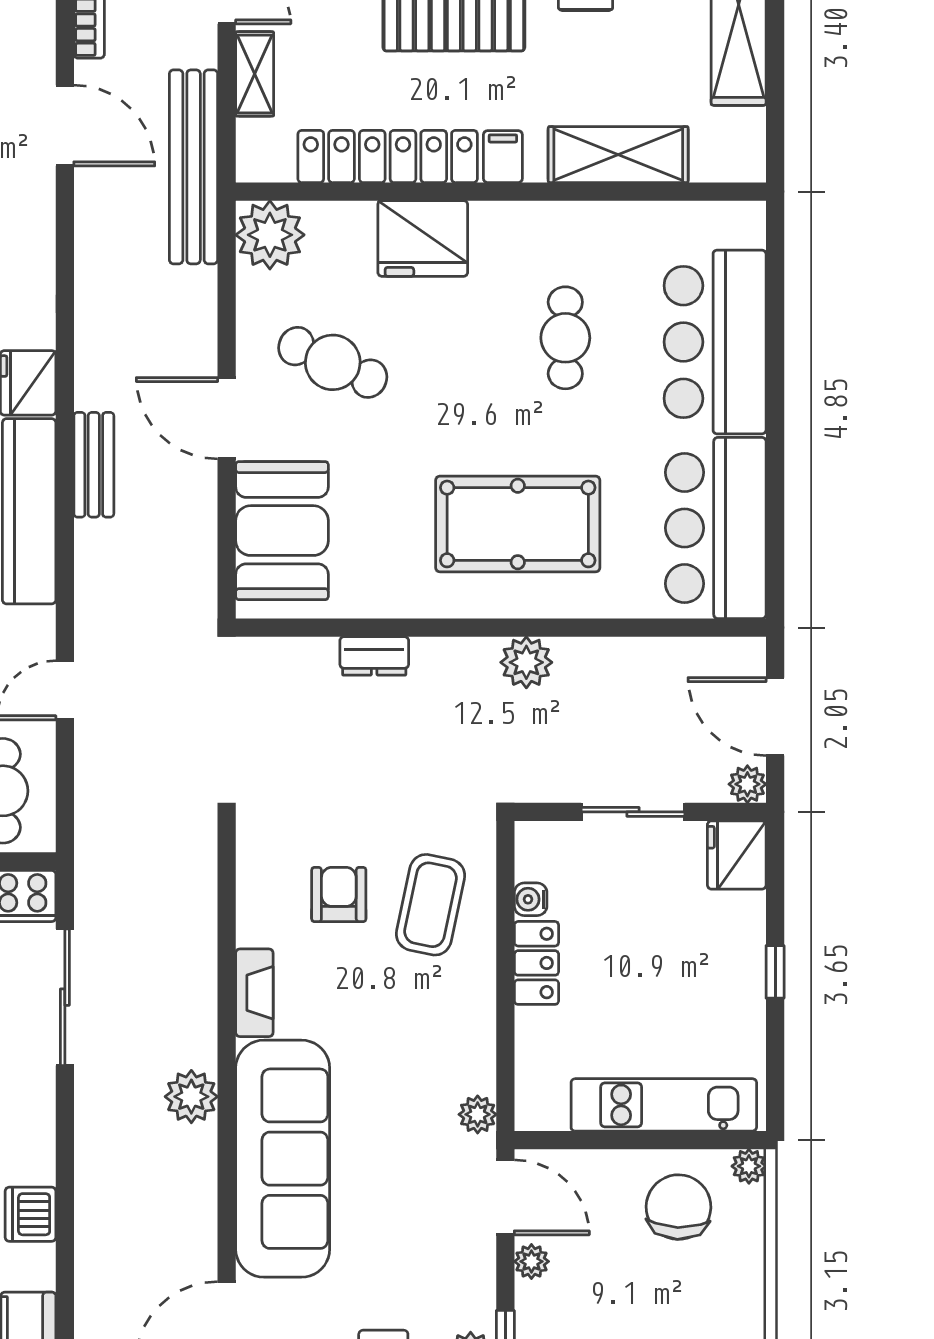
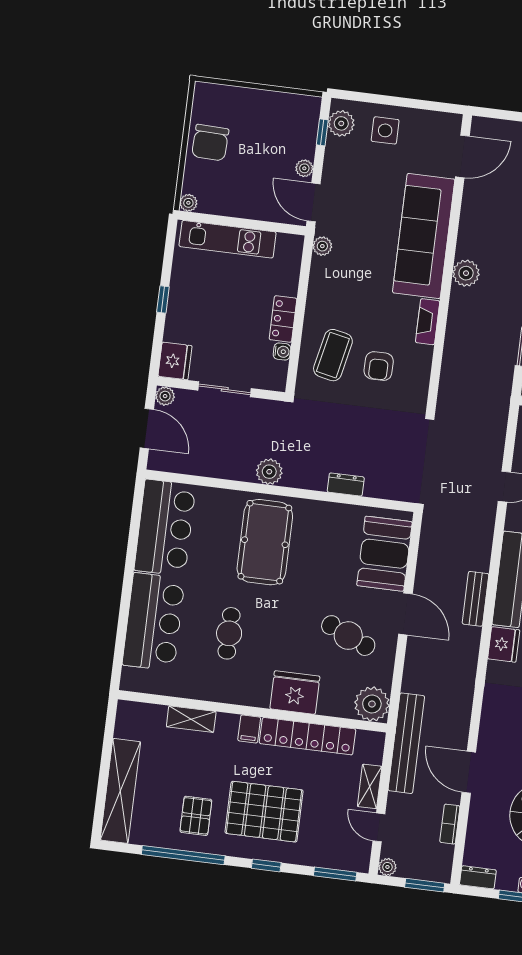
shelving: (618, 155) -> (191, 719), width x0.67, depth x0.75
pool table: (518, 524) -> (265, 542), turned 90
chair: (678, 1207) -> (210, 143), moved

